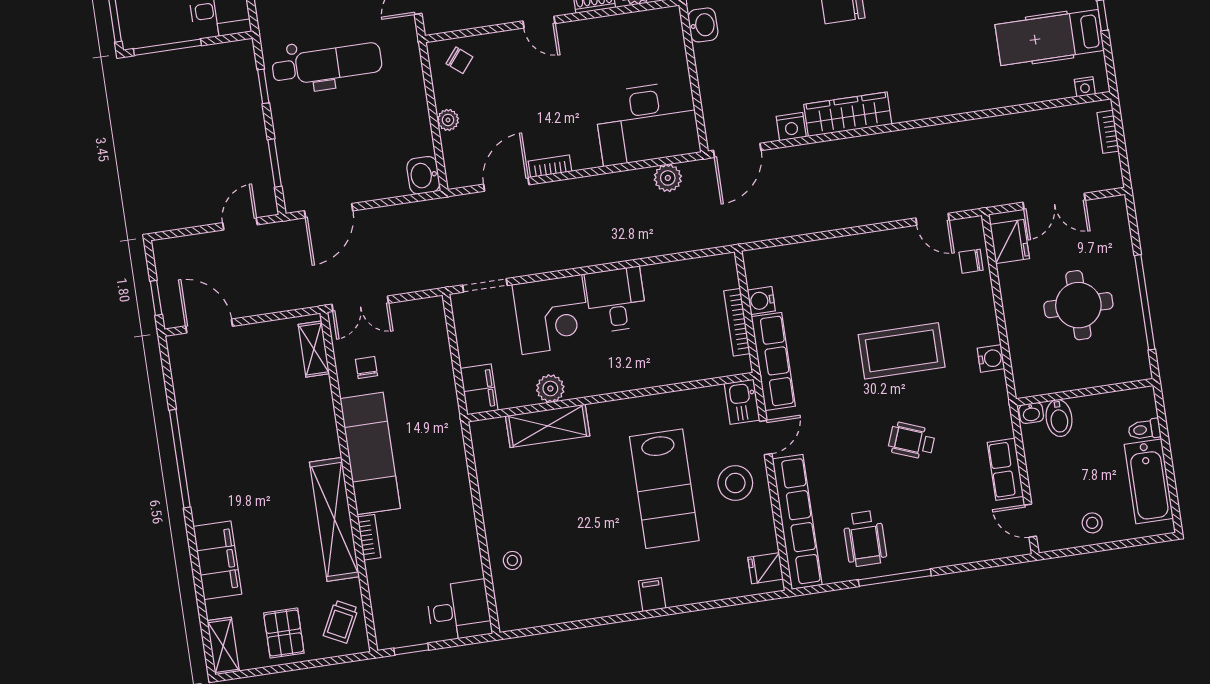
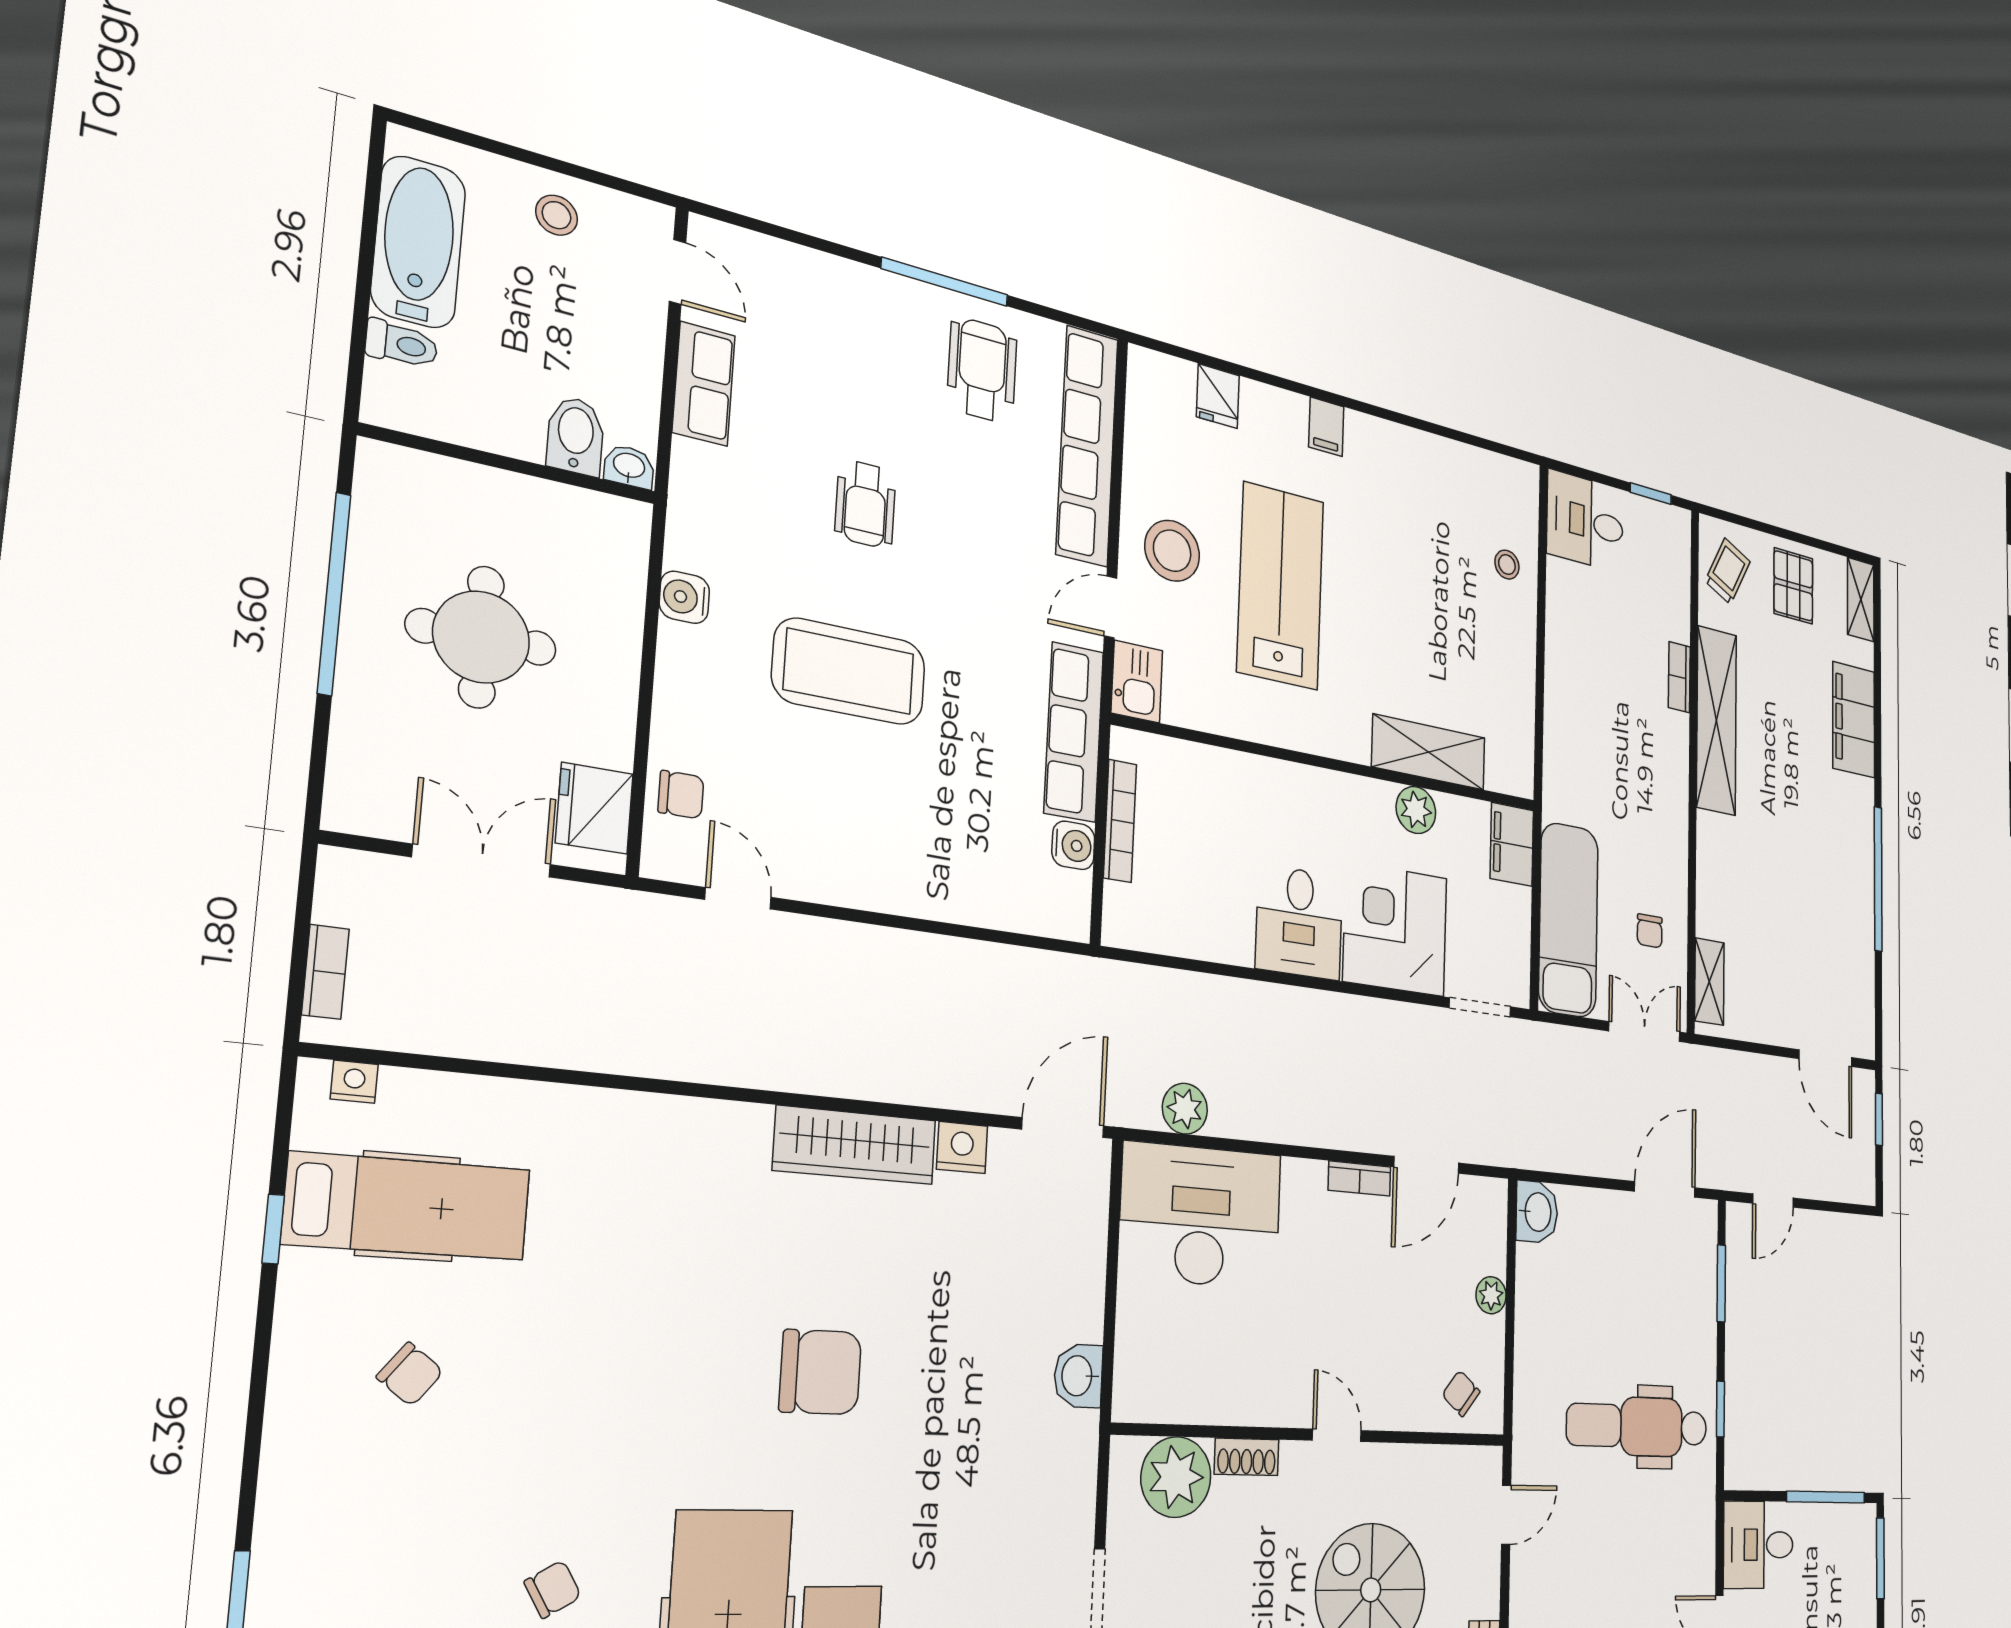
wheelchair: (912, 441) -> (865, 504), turned 69
exam couch: (370, 453) -> (1568, 920), moved, turned 180
fridge: (766, 568) -> (1218, 396), moved, turned 90

